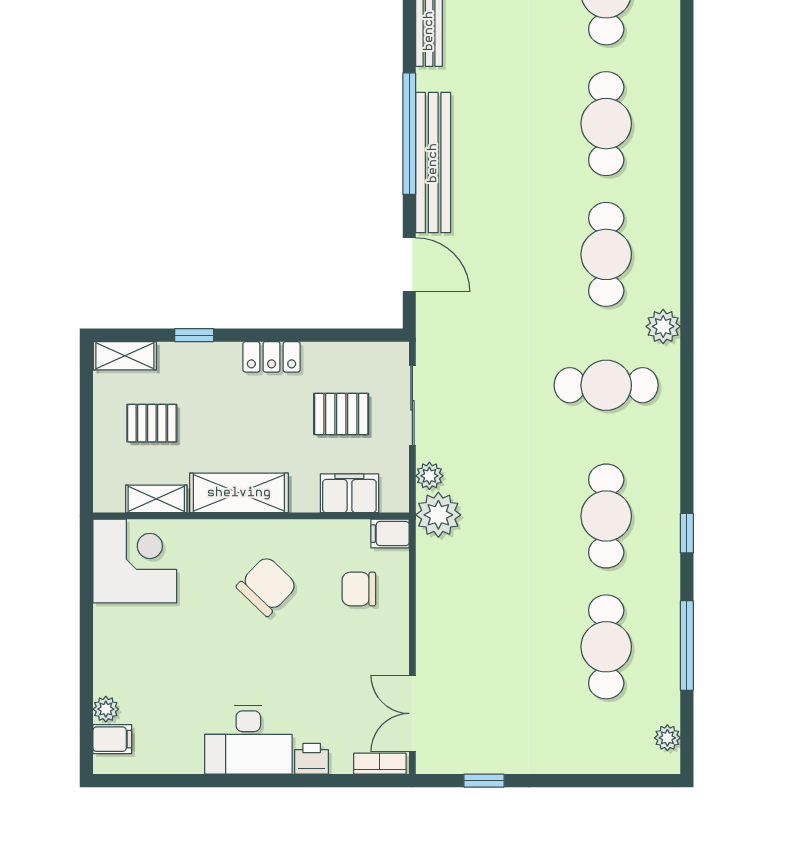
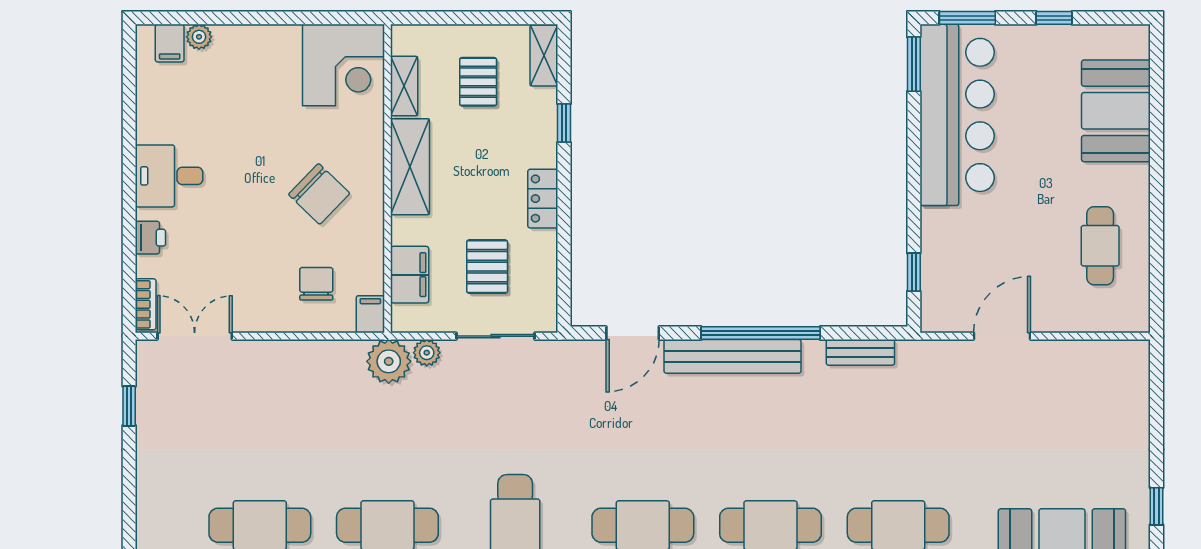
desk: (248, 740) -> (169, 176), width x0.73

